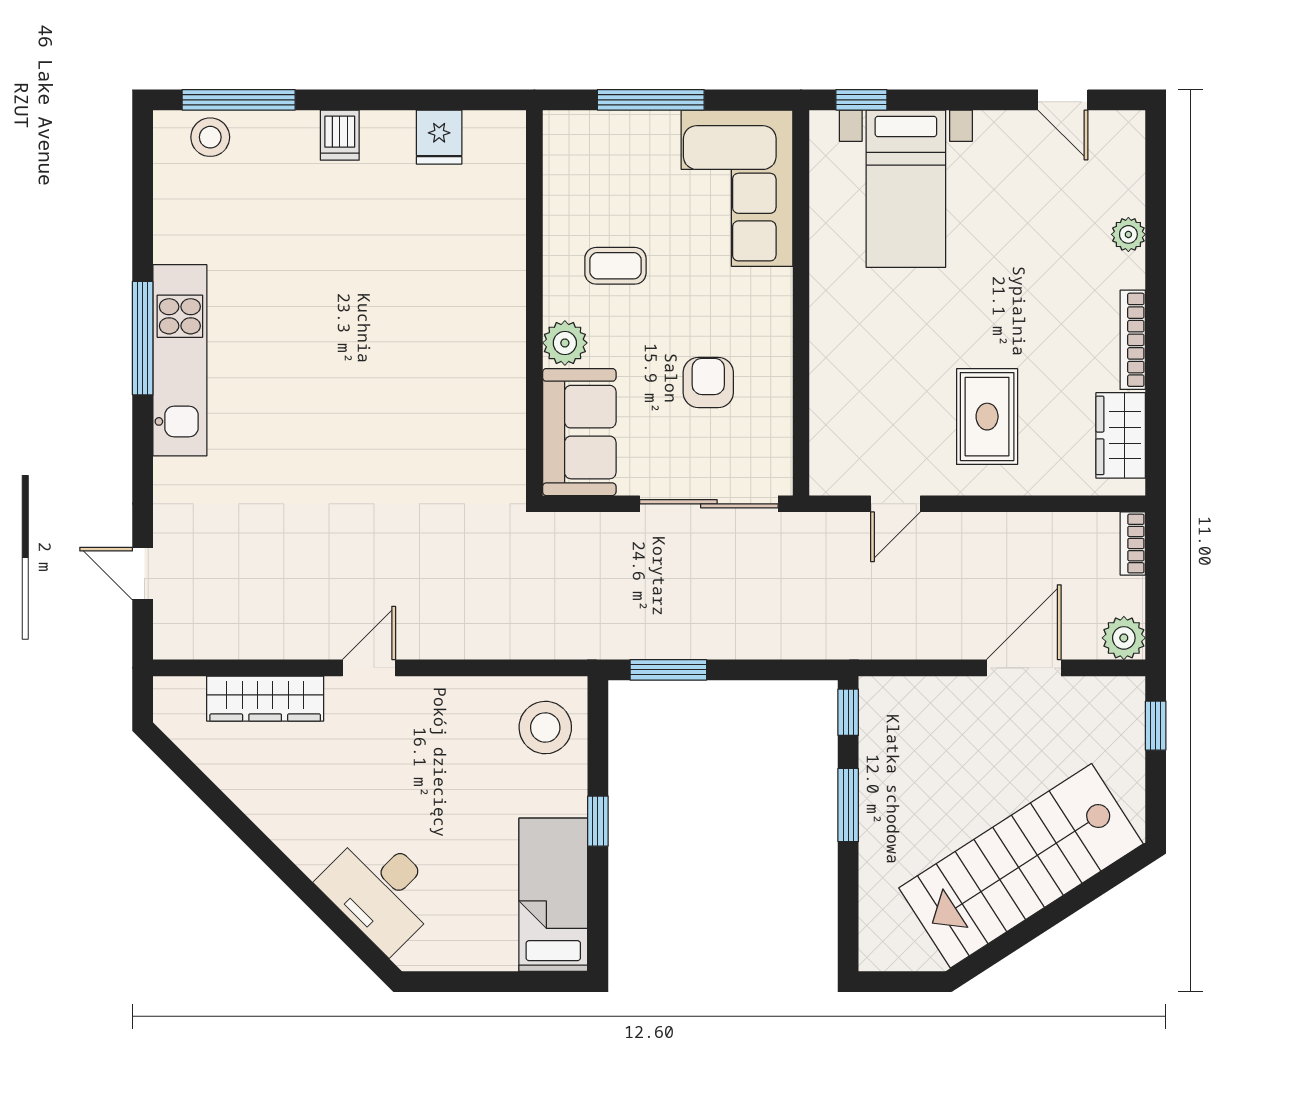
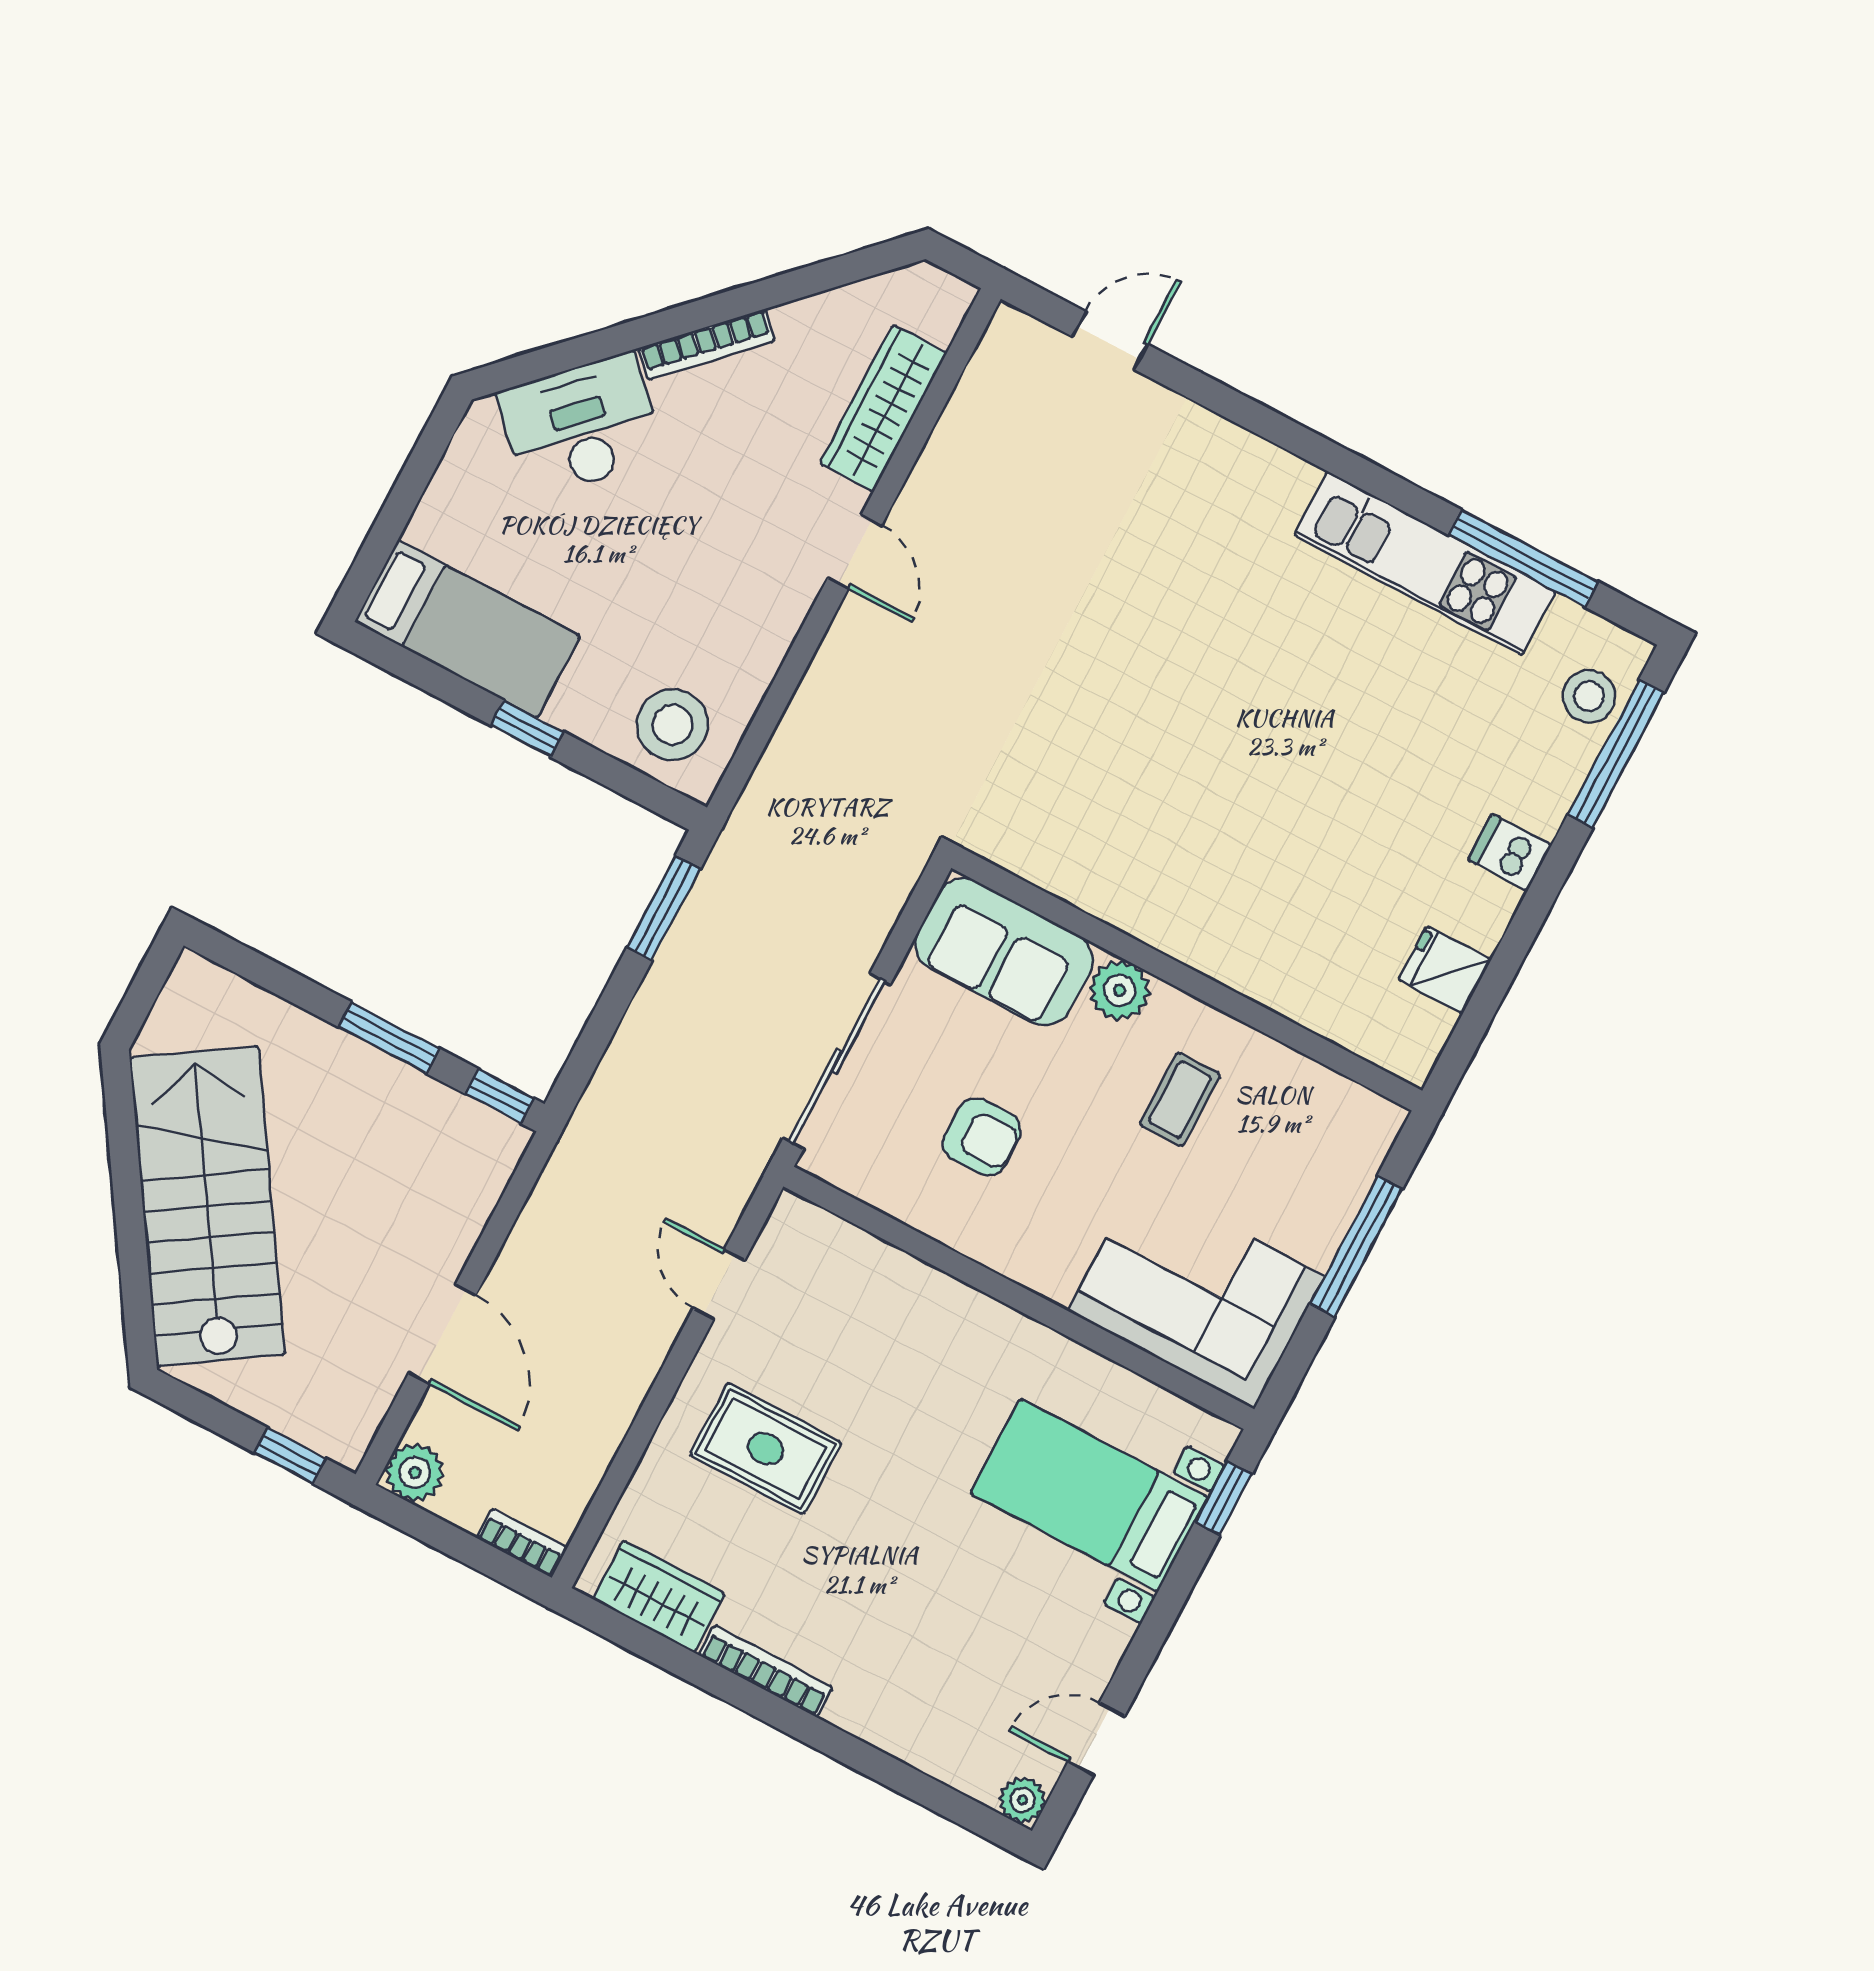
plant: (1128, 234) -> (1022, 1800), moved
window: (143, 338) -> (1523, 558), moved
kitchen unit: (180, 360) -> (1425, 563), moved
bookcase: (285, 836) -> (707, 345), added

